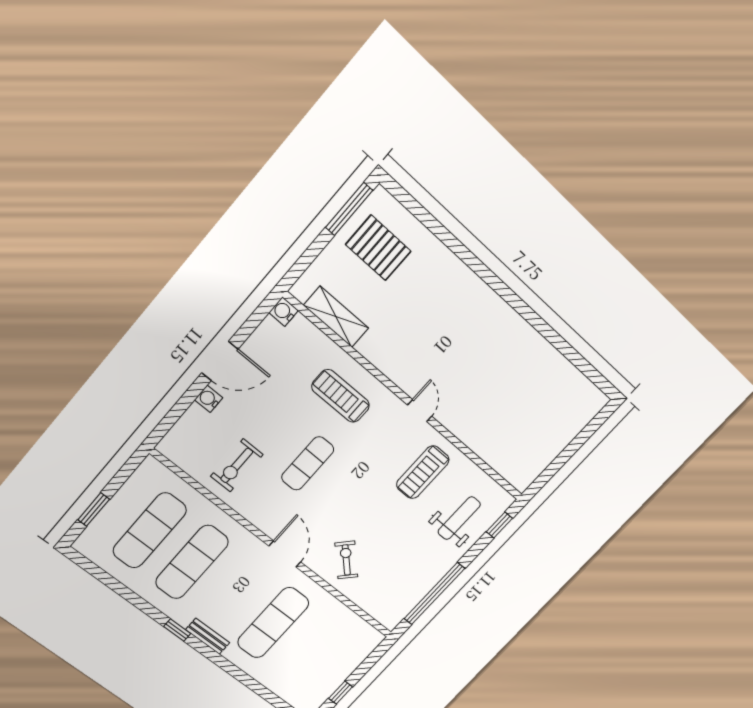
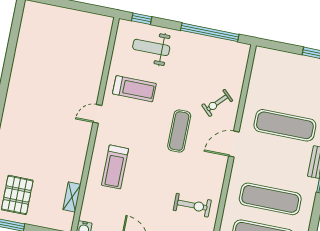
shelving: (336, 317) -> (72, 197), width x0.67, depth x0.75
exercise mat: (308, 463) -> (179, 131), moved, turned 90

